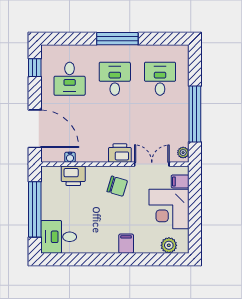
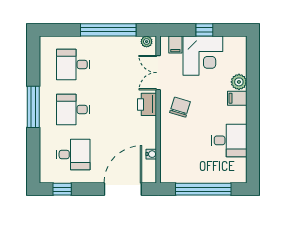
printer: (73, 176) -> (170, 151), removed
window: (195, 211) -> (204, 30), added
desk: (59, 237) -> (229, 140), moved, turned -90
plant: (169, 245) -> (239, 82), moved

